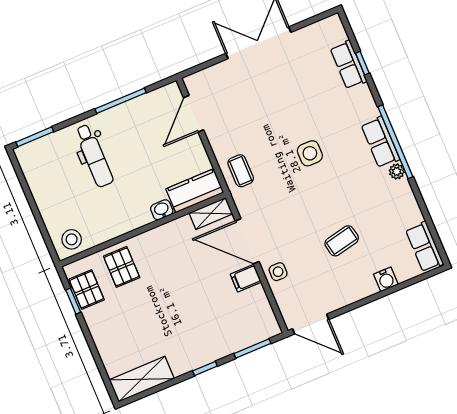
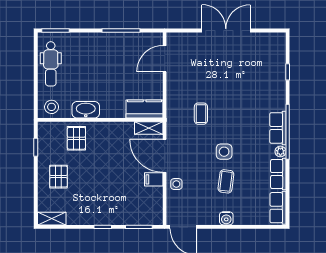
row of seats: (348, 65) -> (278, 174), moved
side table: (310, 153) -> (224, 152), moved
dental chair: (94, 156) -> (51, 64), moved
coffee table: (241, 171) -> (201, 114), moved
washbasin: (162, 210) -> (86, 110), moved, width x1.91, depth x1.45
coffee table: (342, 241) -> (226, 181), turned -71
water cooler: (386, 279) -> (226, 218), moved
pallet: (87, 290) -> (58, 177), moved
shelving: (142, 379) -> (52, 219), width x0.67, depth x0.75

